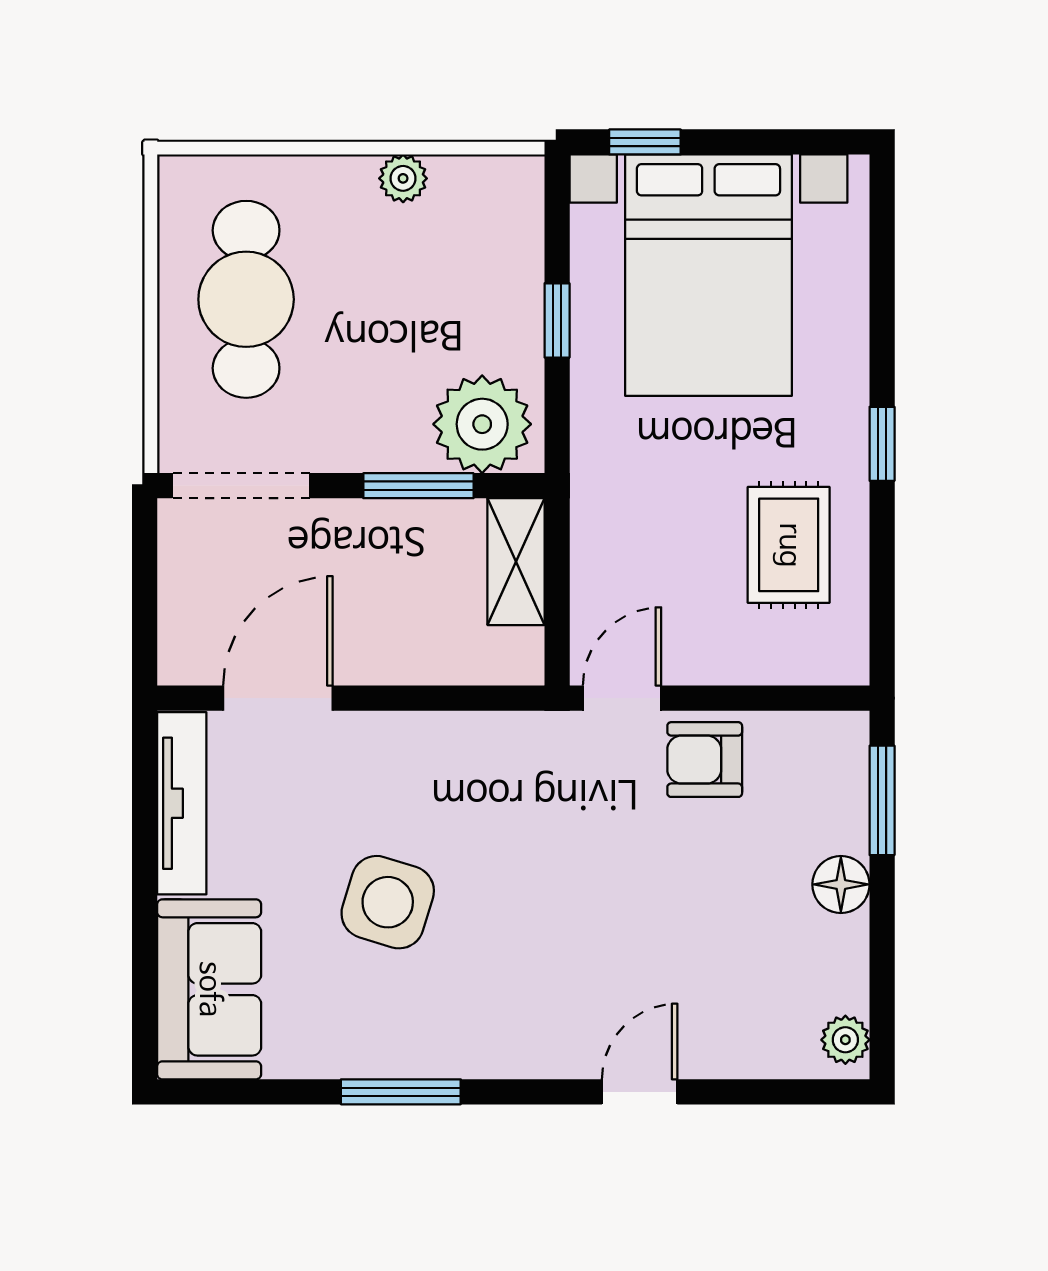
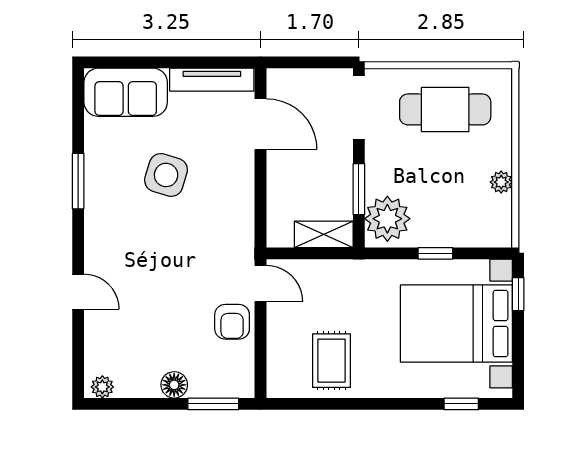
window: (882, 444) -> (461, 404), moved
rug: (789, 545) -> (331, 361), turned 90
armchair: (705, 760) -> (232, 322), turned 180

